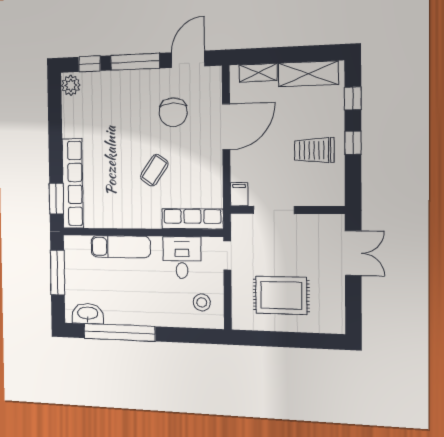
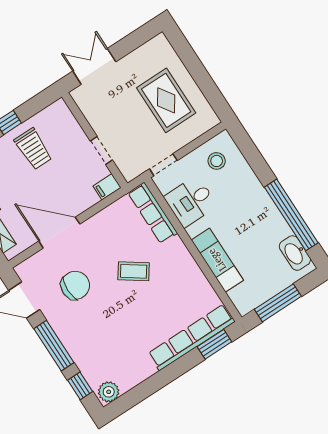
doorway: (274, 210) -> (101, 150), width x0.73

